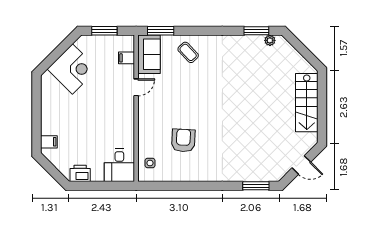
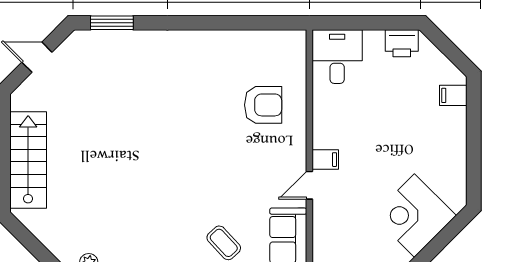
filing cabinet: (127, 58) -> (325, 160), moved
armchair: (183, 140) -> (263, 105), moved, turned -93
side table: (150, 163) -> (287, 60), removed

